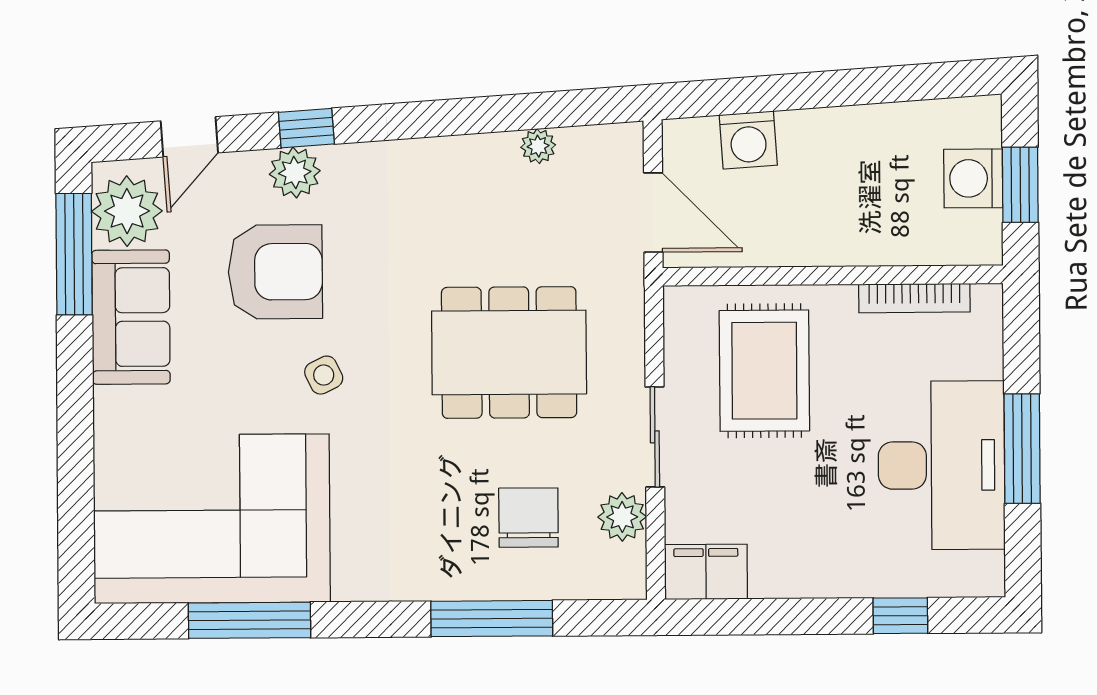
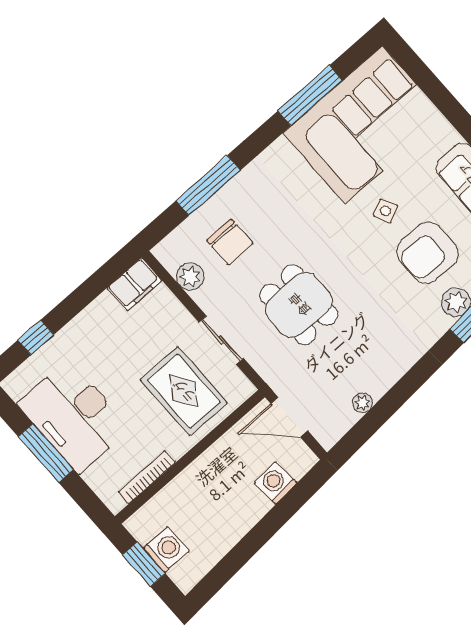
dining table: (509, 352) -> (299, 305), width x0.73
side table: (324, 375) -> (385, 211), moved
sliding door: (655, 437) -> (221, 340), moved

